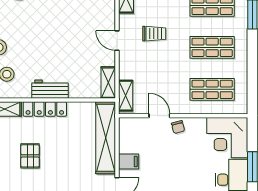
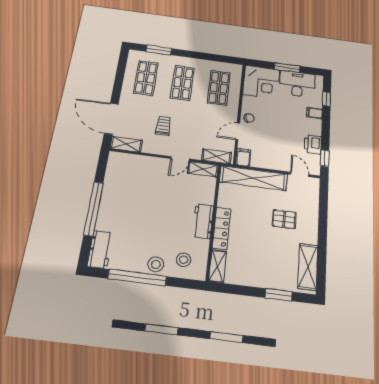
door: (117, 41) -> (180, 159), moved
pallet: (30, 156) -> (284, 219), moved
filing cabinet: (129, 161) -> (243, 157), moved

